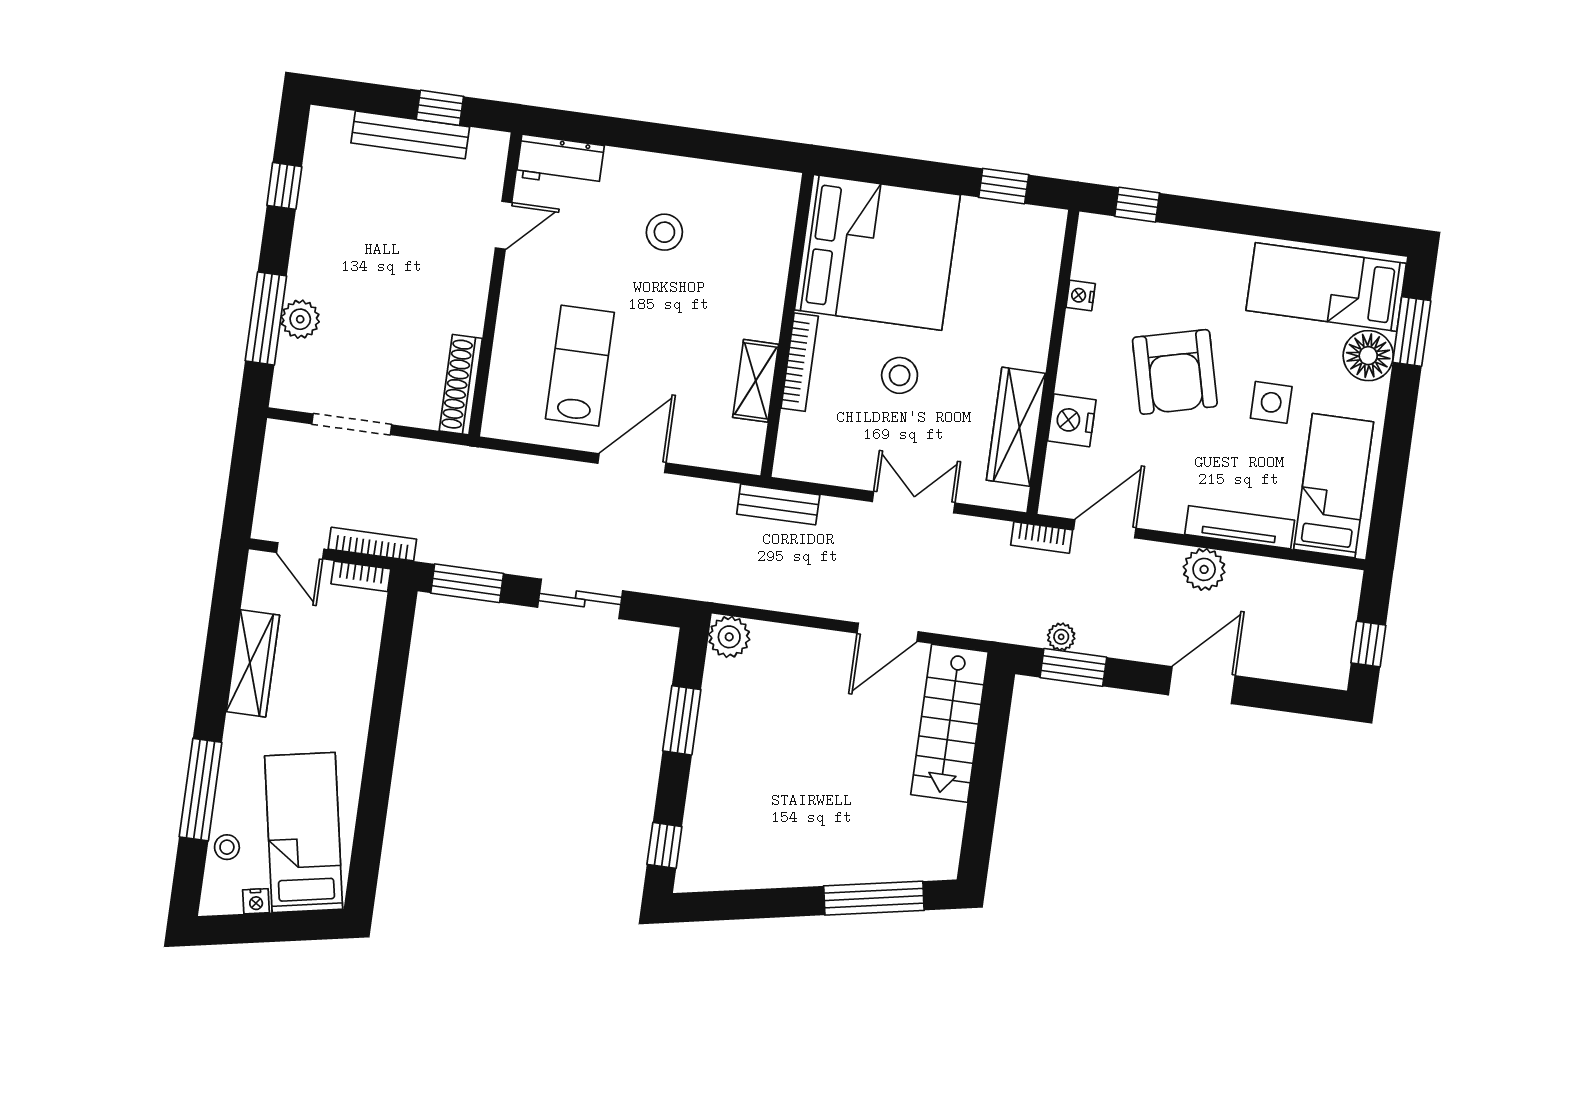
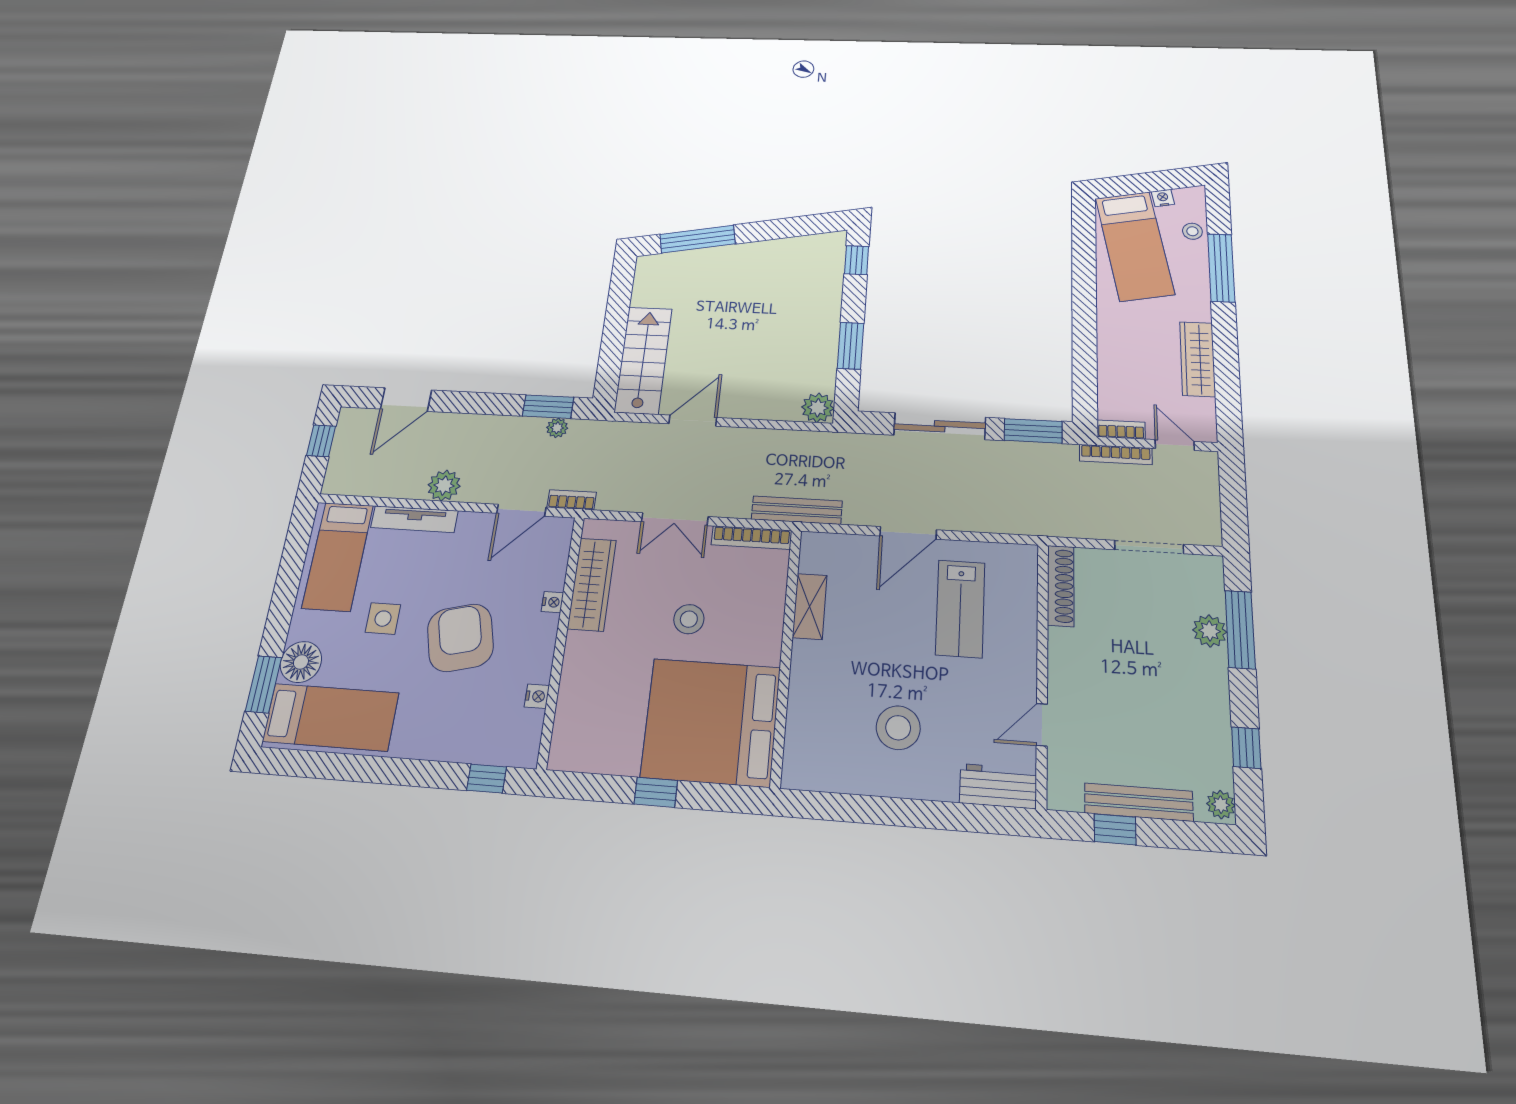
plant: (323, 127) -> (1221, 805), added
window: (1004, 186) -> (656, 792), moved
stool: (664, 232) -> (898, 728), width x1.38, depth x1.38
bookcase: (800, 362) -> (751, 538), moved, turned -90
nightstand: (1072, 420) -> (552, 602), width x0.53, depth x0.56
bench: (778, 504) -> (797, 510), width x1.36
sliding door: (580, 599) -> (940, 426), width x1.37
door: (1202, 685) -> (406, 400), moved

